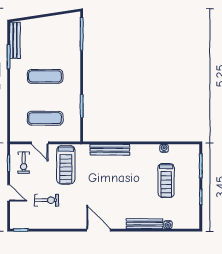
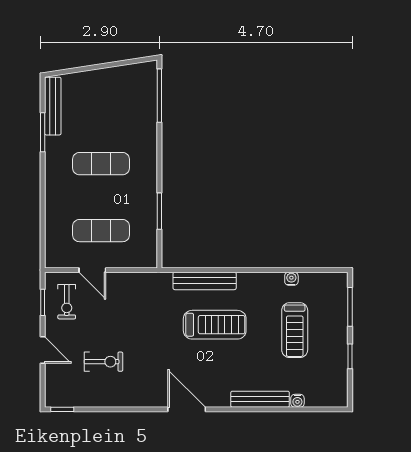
treadmill: (66, 165) -> (215, 325), moved, turned -90

